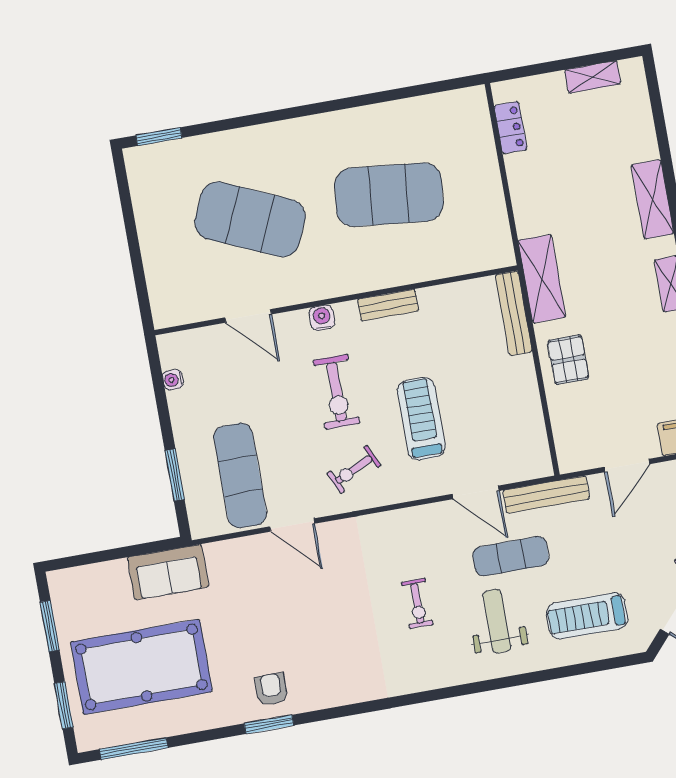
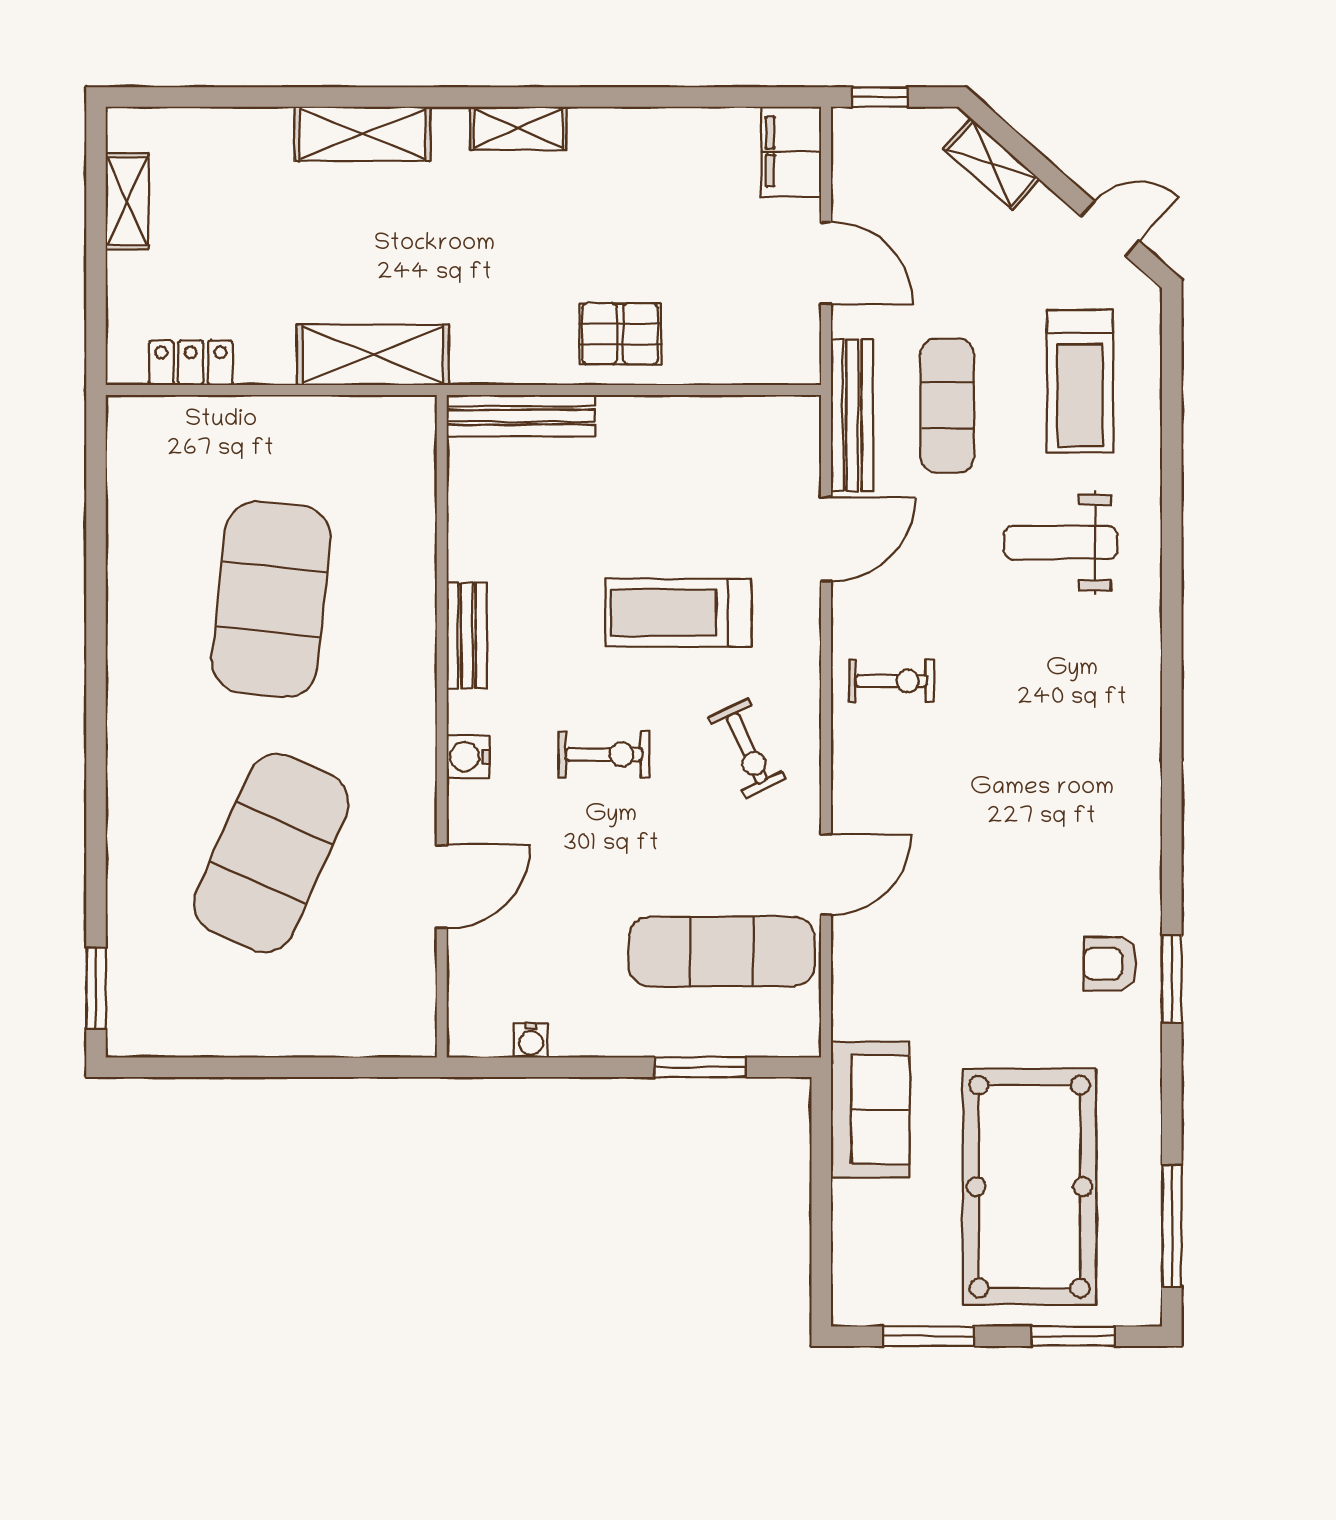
shelving: (542, 279) -> (373, 355), moved
exercise bike: (336, 392) -> (604, 754), width x0.73, depth x0.72
exercise mat: (511, 556) -> (947, 406), moved
exercise bike: (417, 603) -> (891, 681), moved

